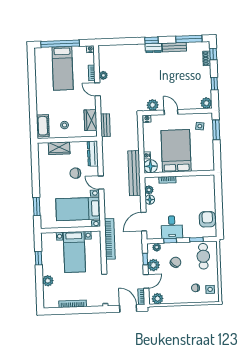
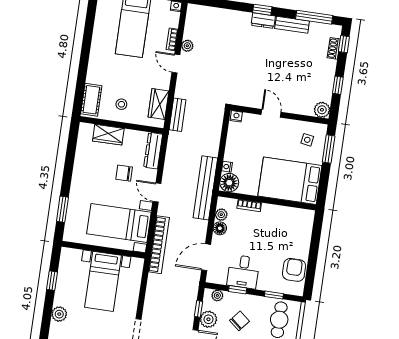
plant: (153, 105) -> (248, 99), removed
bed: (176, 151) -> (290, 181), moved, turned -90
bookcase: (110, 239) -> (159, 245), moved

